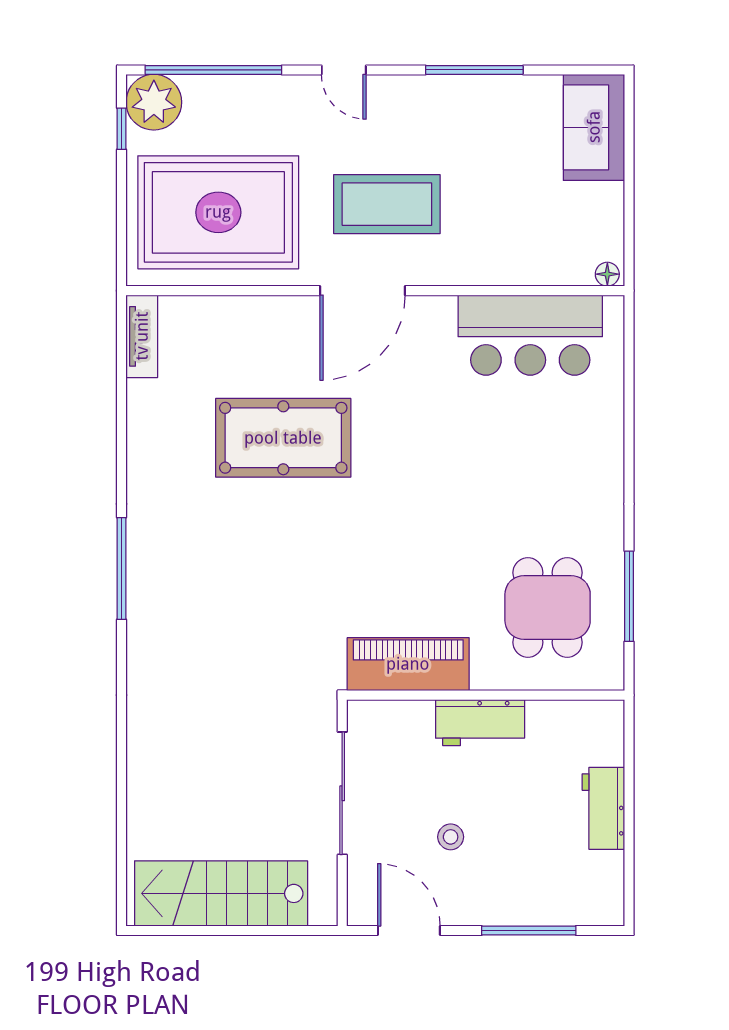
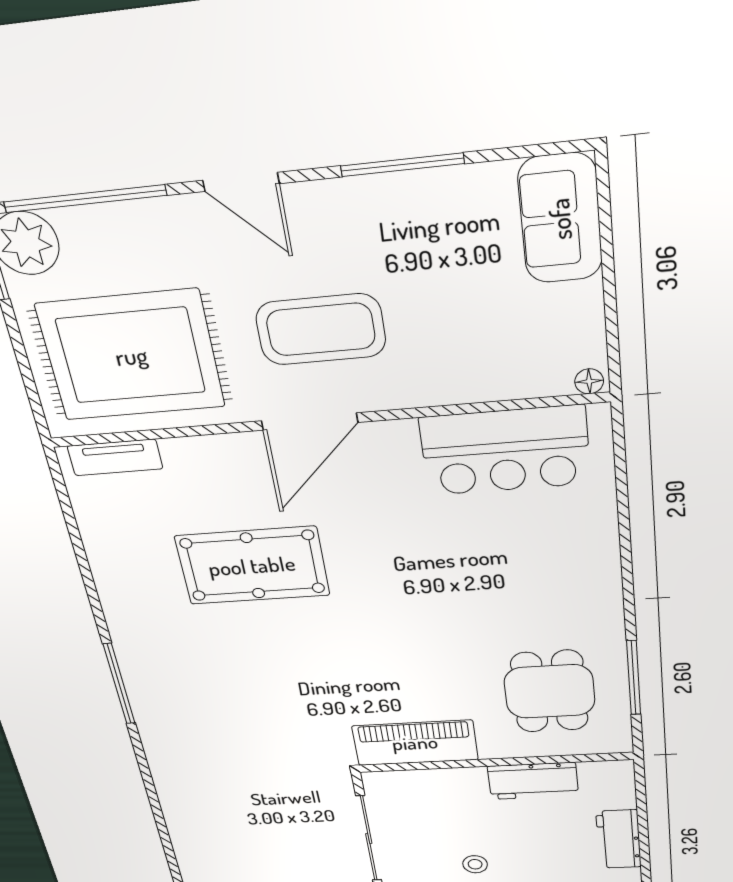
door: (344, 70) -> (241, 182), width x1.38
tv unit: (142, 336) -> (115, 457), moved, turned 90
workbench: (480, 723) -> (533, 781), moved

